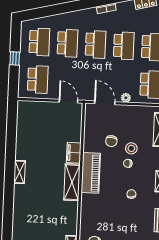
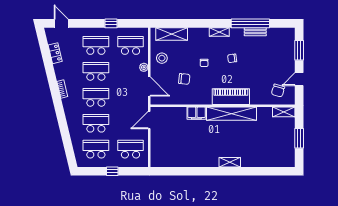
door: (105, 103) -> (149, 86), swing flipped
stool: (131, 148) -> (162, 58), moved
shelving: (20, 172) -> (230, 162), moved
piano: (91, 173) -> (231, 97), moved
shelving: (72, 182) -> (232, 114), width x1.47

